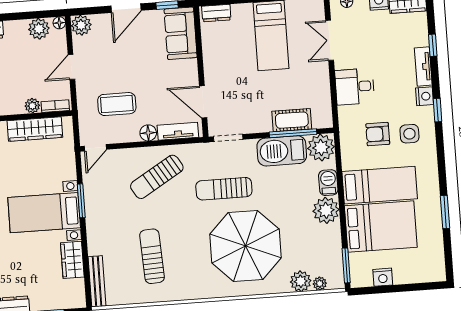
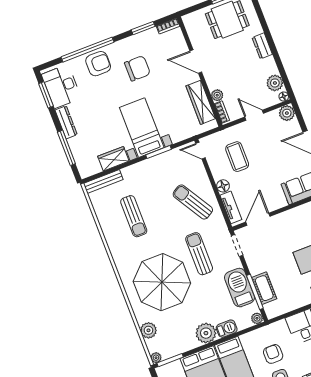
plant: (321, 148) -> (257, 318), width x0.53, depth x0.53
sun lounger: (152, 256) -> (134, 216), turned 93
plant: (320, 284) -> (156, 358), moved

